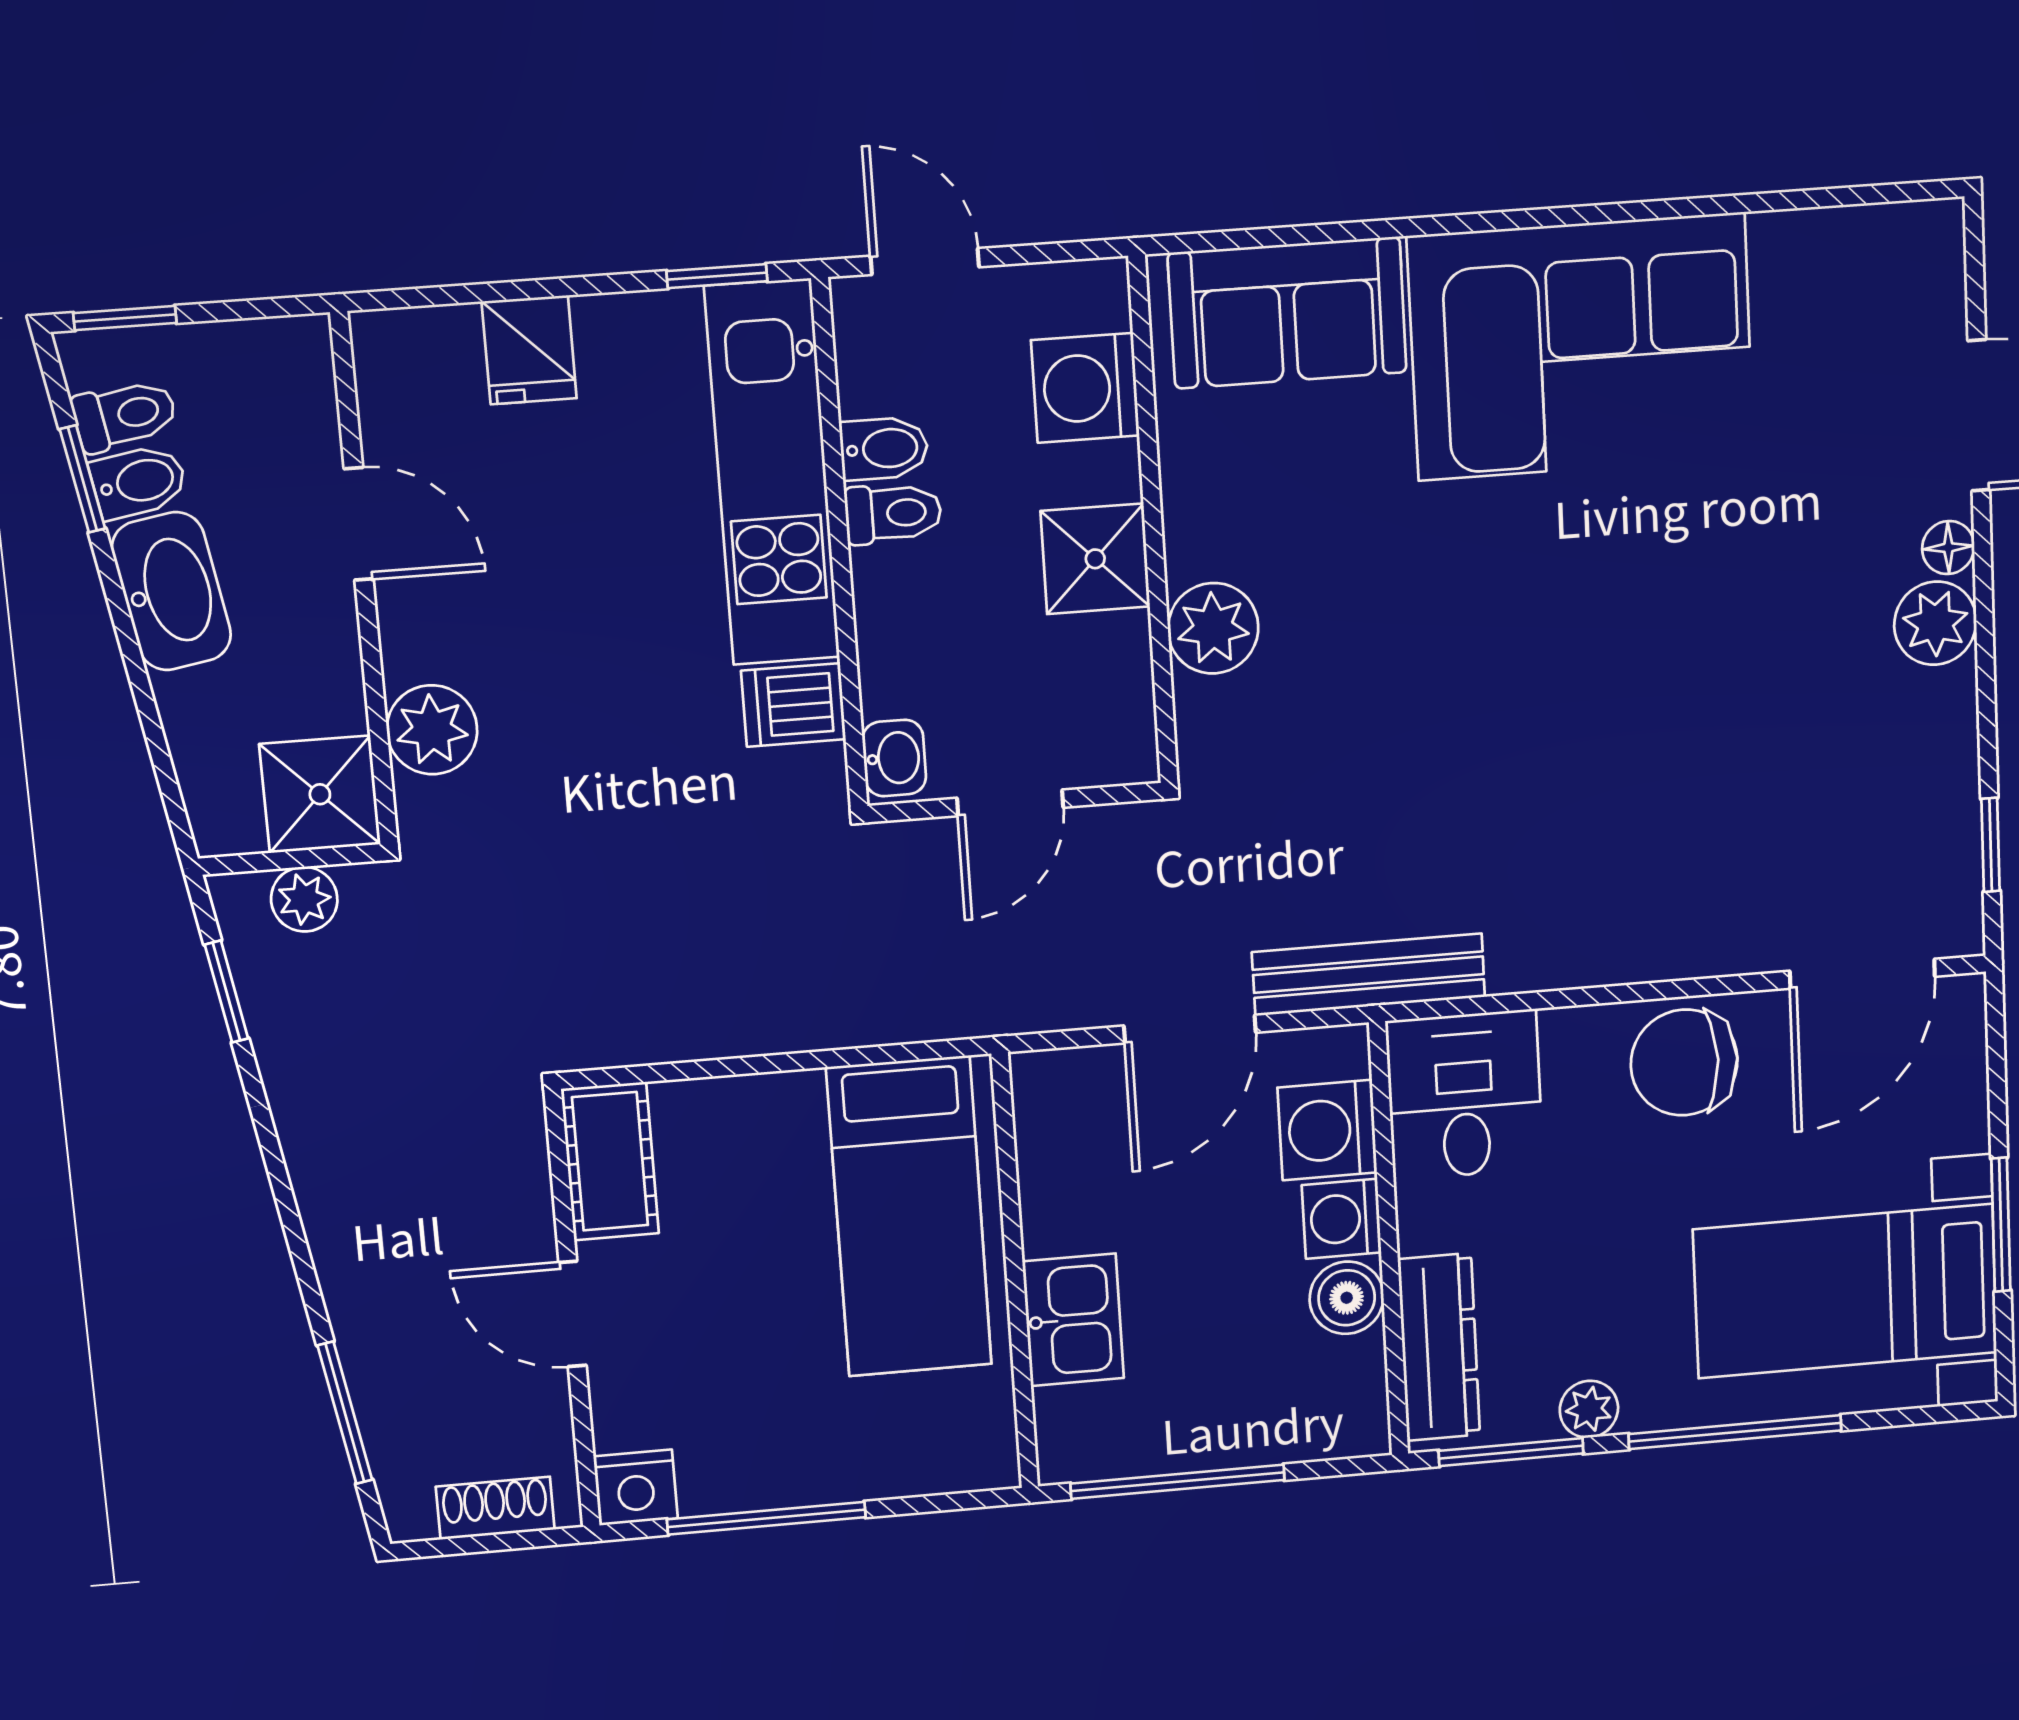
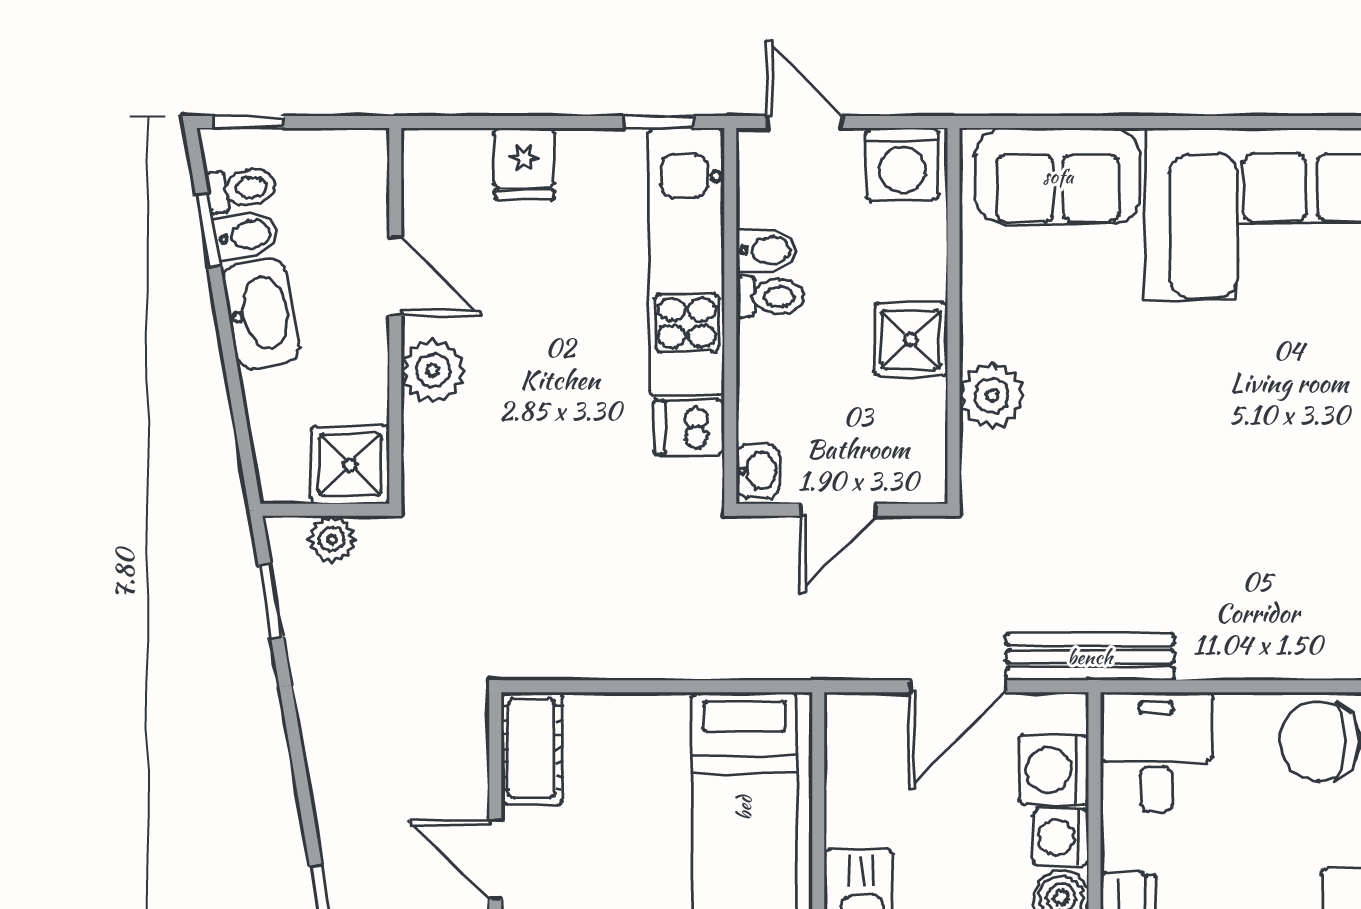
washing machine: (1085, 388) -> (902, 164), moved, turned -90
plant: (432, 730) -> (433, 371), moved

